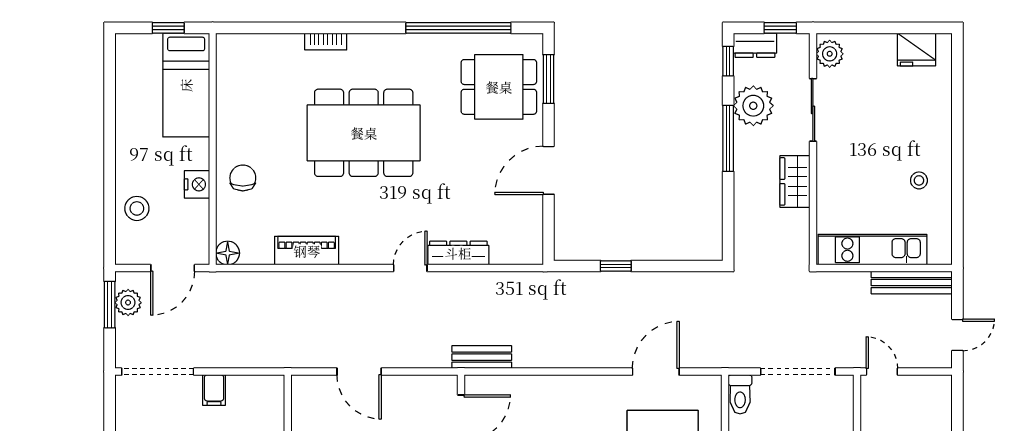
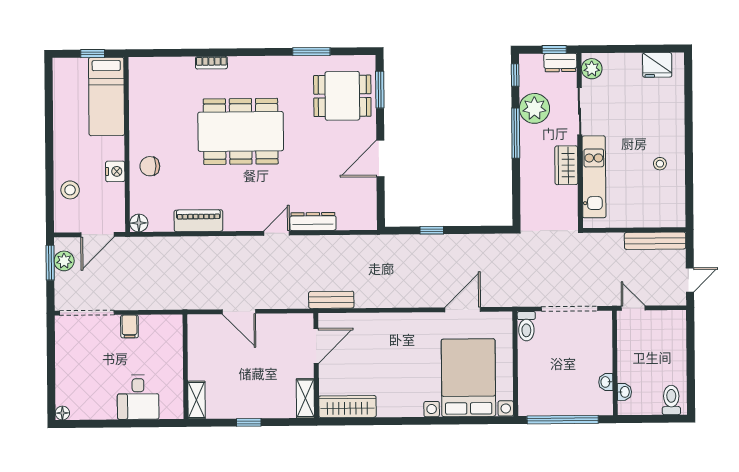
window: (458, 28) -> (311, 52), width x0.47
dresser: (755, 45) -> (560, 63), moved
chair: (243, 178) -> (150, 166), turned -90
kitchen unit: (872, 250) -> (594, 177), moved, turned 90

